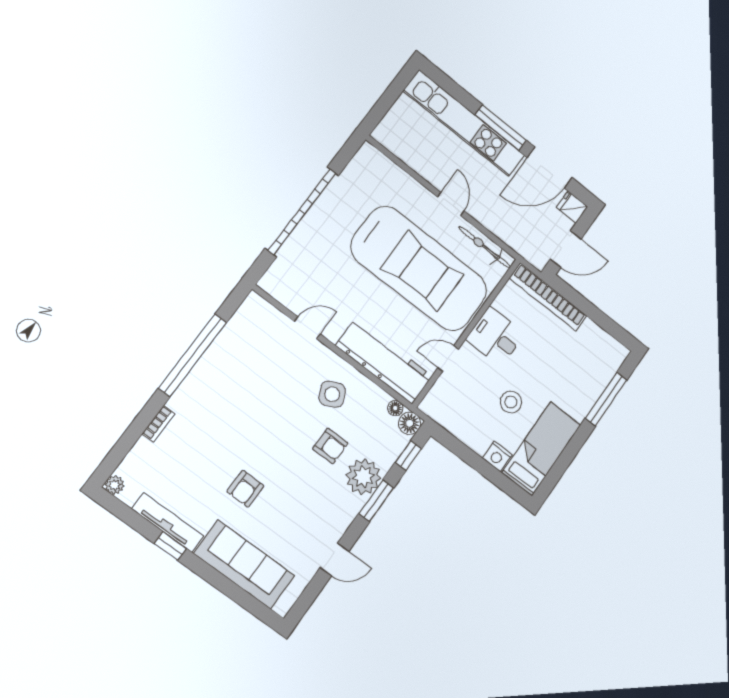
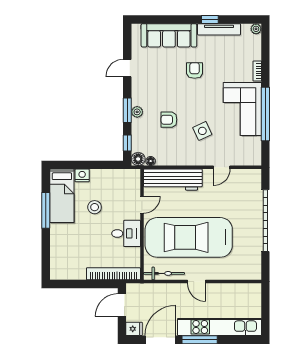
corner sofa: (219, 386) -> (242, 109), added
side table: (332, 394) -> (202, 131), moved
window: (606, 399) -> (46, 210), moved
plant: (363, 477) -> (137, 112), width x0.53, depth x0.53

